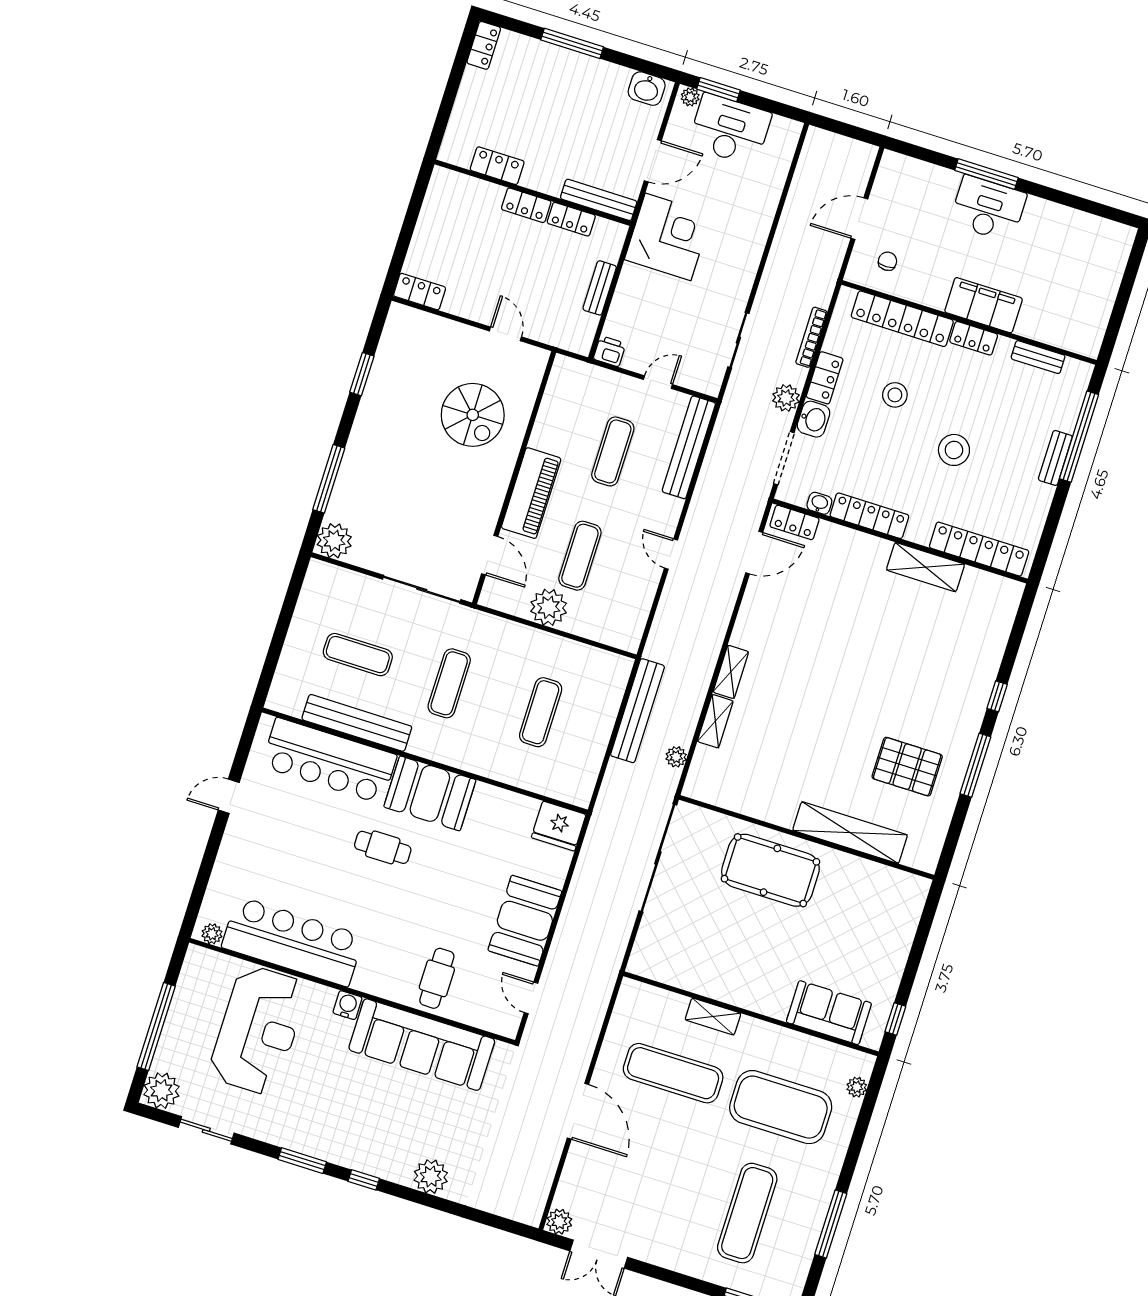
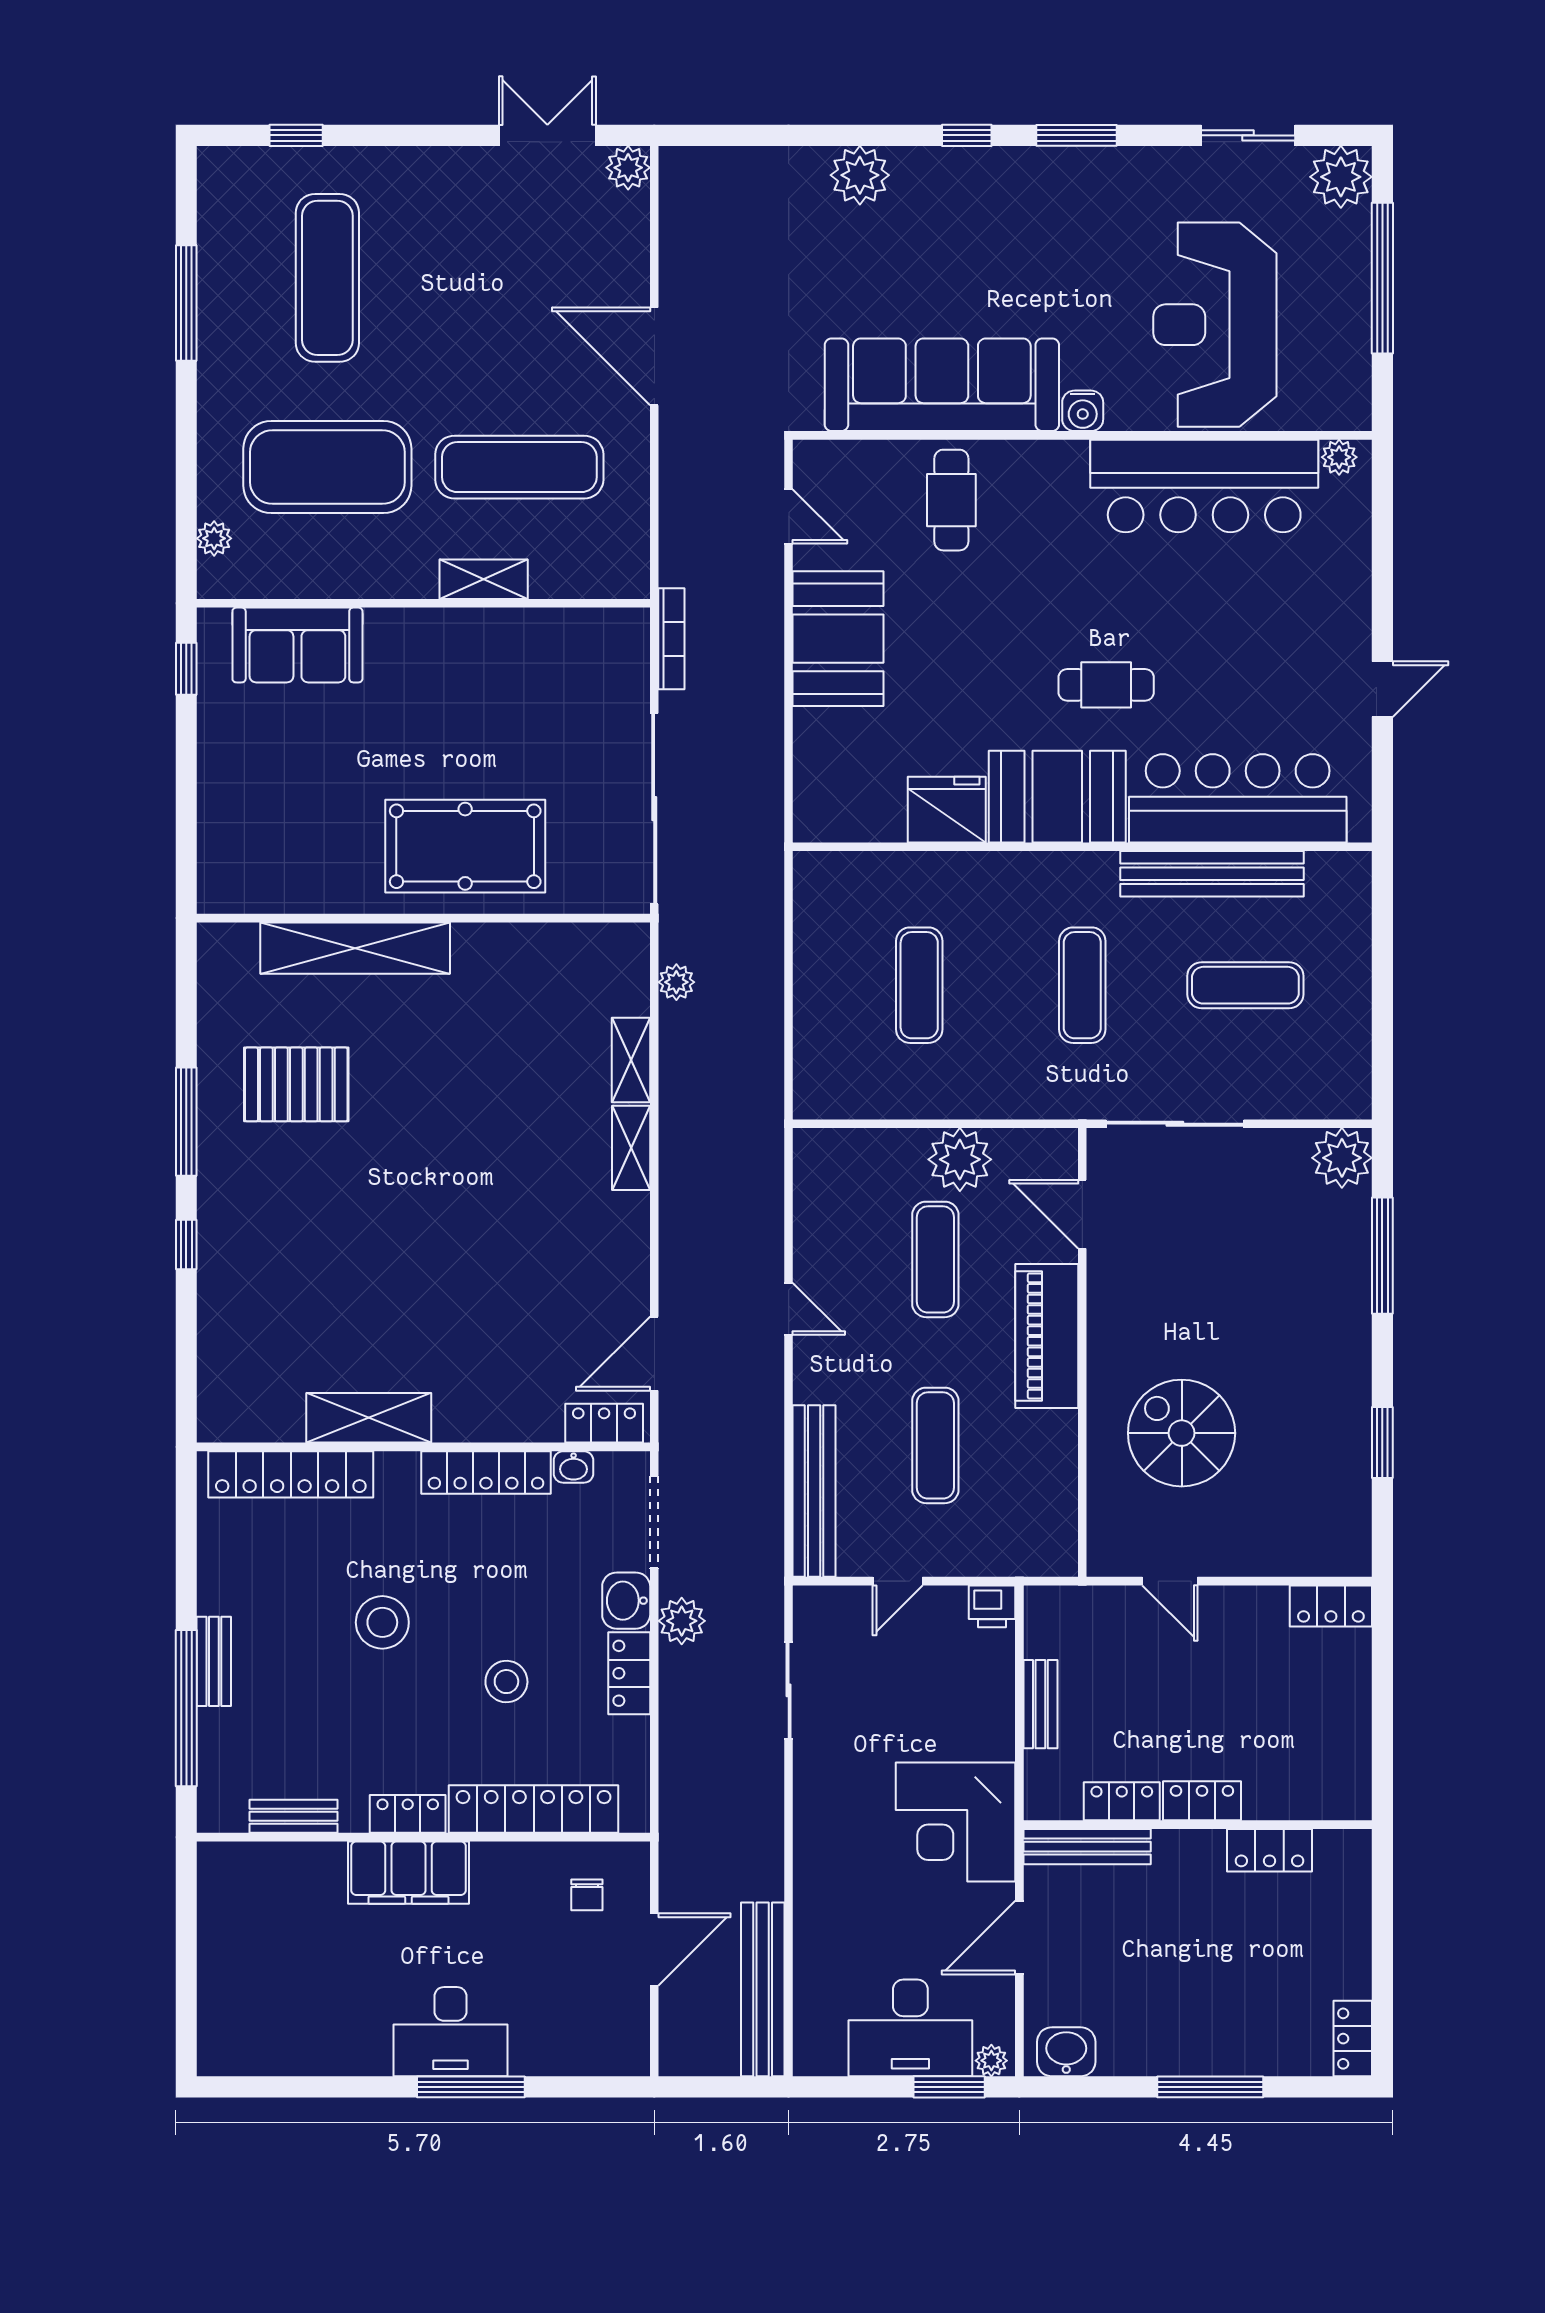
bookcase: (811, 337) -> (671, 639), moved
bench: (637, 711) -> (763, 1989), moved
fridge: (559, 826) -> (947, 810), moved

